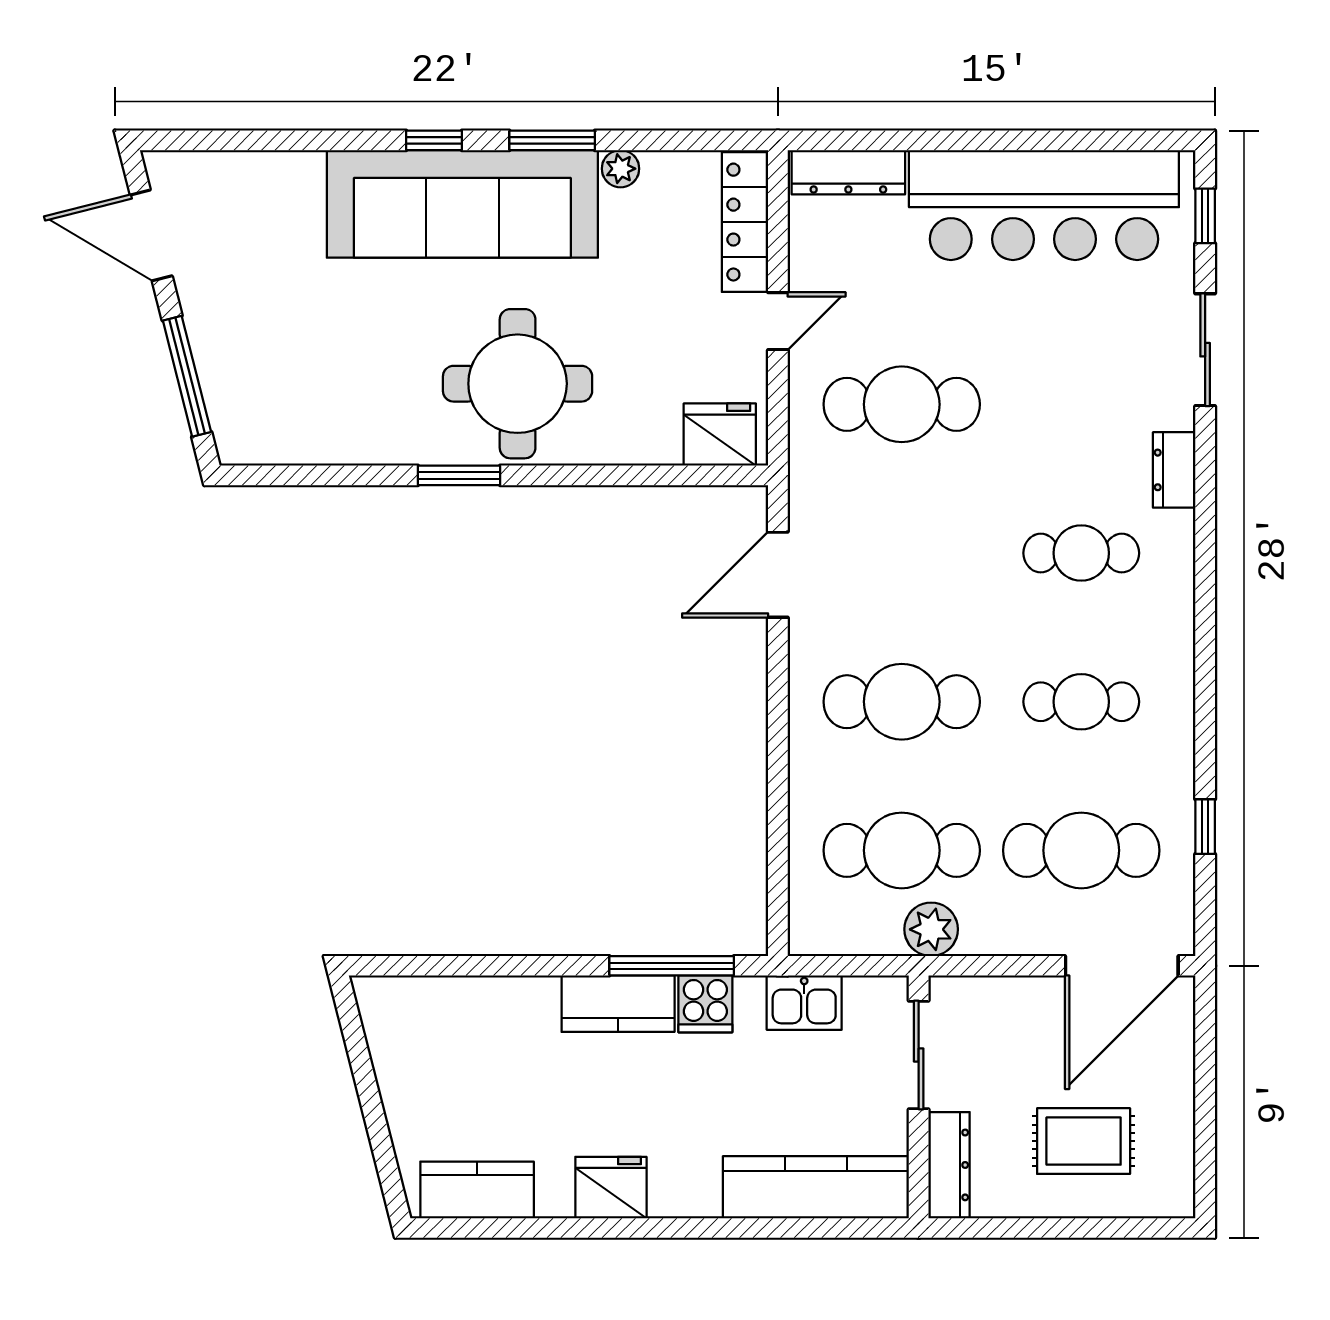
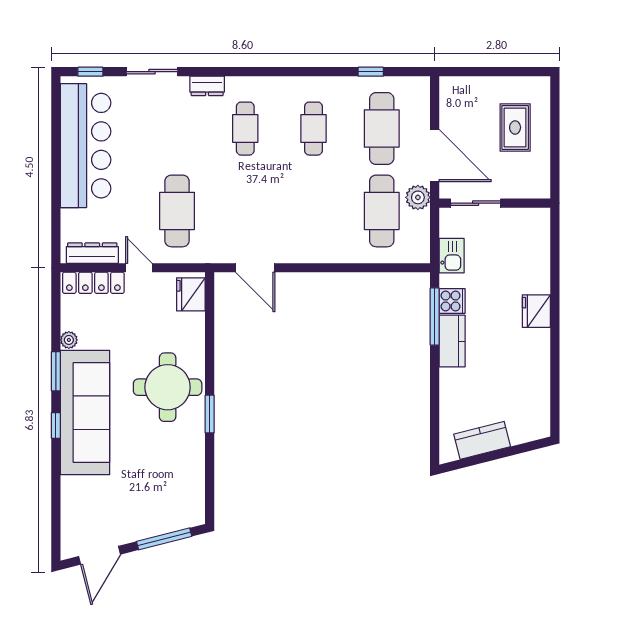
dresser: (848, 172) -> (92, 253), moved, turned -90
cafe table: (902, 702) -> (313, 211), removed
door: (1122, 966) -> (435, 156), moved
dresser: (949, 1165) -> (526, 189), removed
kitchen counter: (816, 1187) -> (536, 250), removed
fridge: (611, 1188) -> (536, 311), moved
kitchen counter: (477, 1190) -> (482, 440), moved, turned 76

